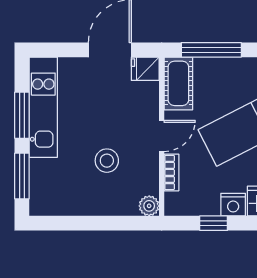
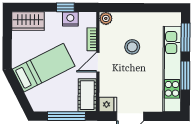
kitchen unit: (43, 107) -> (172, 69), width x1.36
nightstand: (233, 205) -> (70, 19), moved

